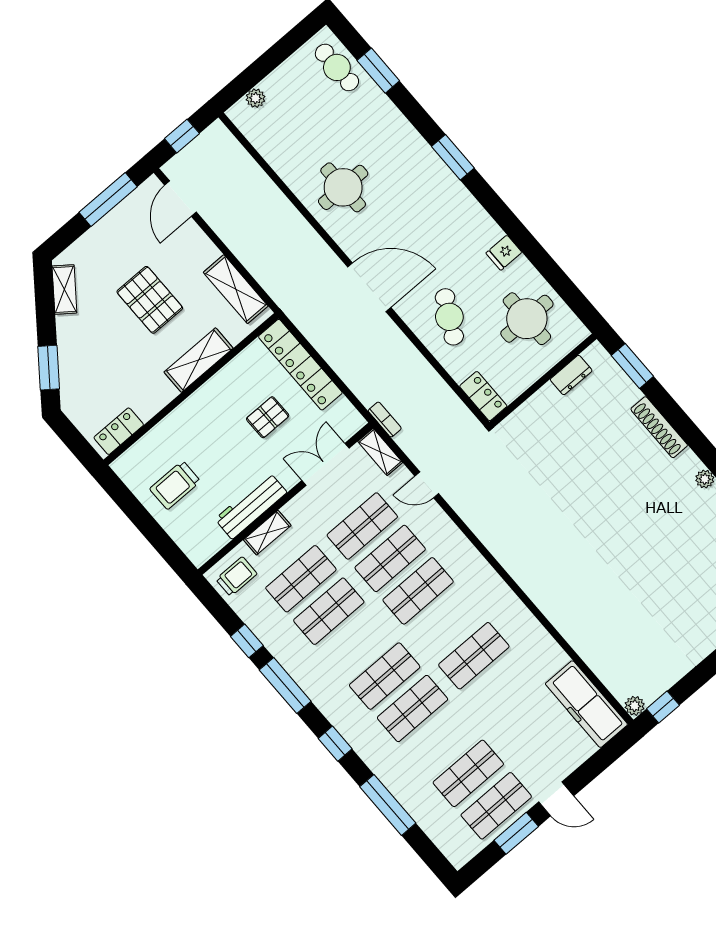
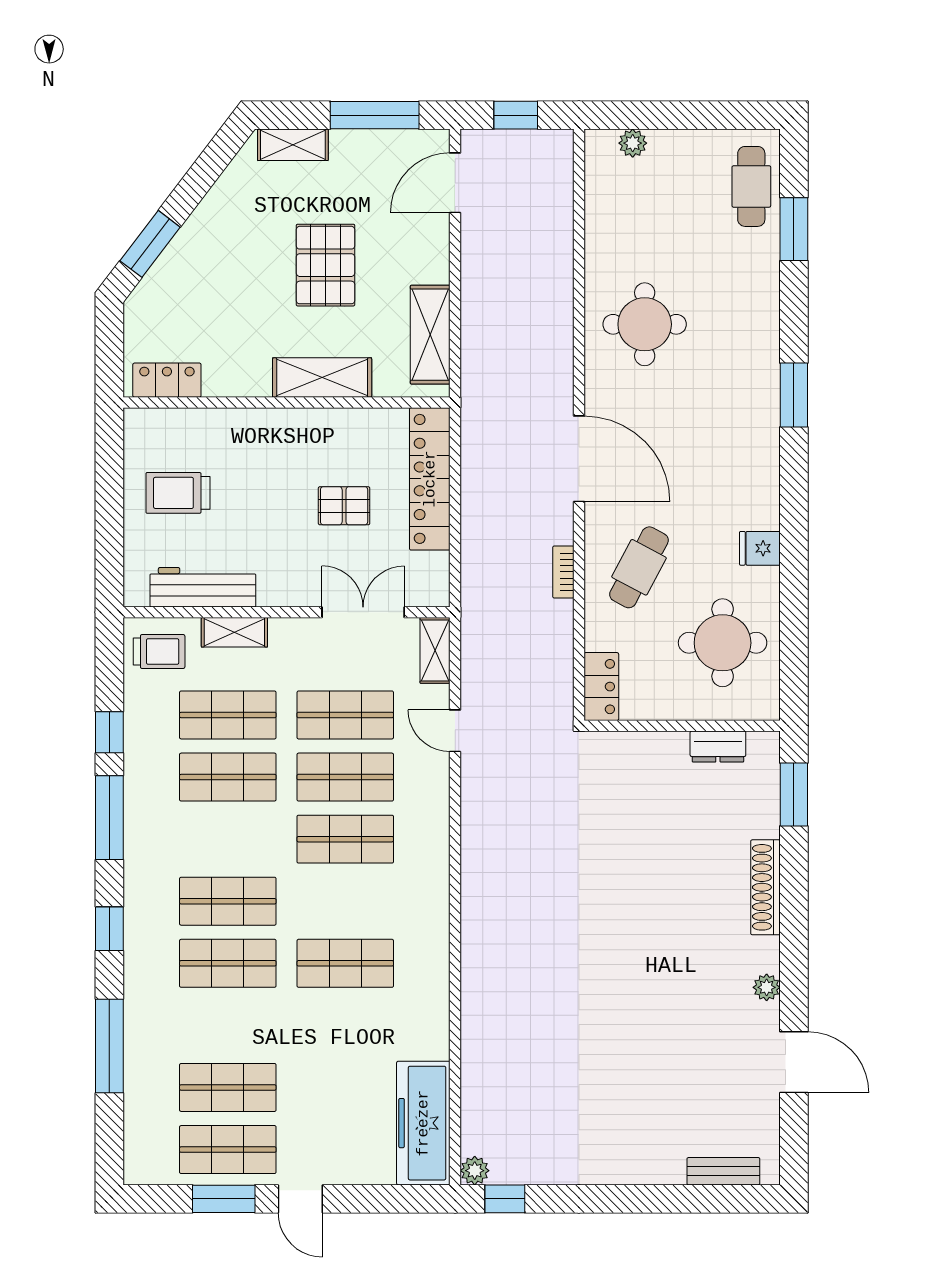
shelving: (64, 290) -> (293, 145), moved, turned 53
bookcase: (385, 420) -> (563, 572), moved, turned 180
workbench: (251, 506) -> (203, 587), moved

